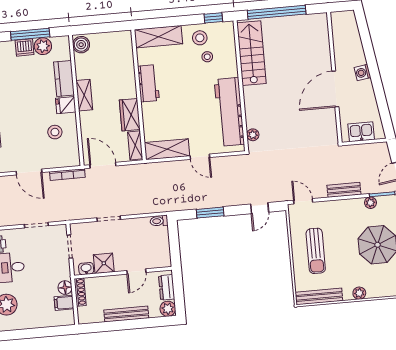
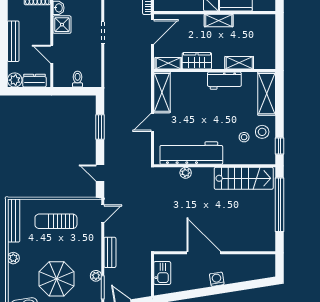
boiler: (81, 45) -> (266, 22), removed
shelving: (128, 69) -> (239, 63), added
plant: (253, 135) -> (186, 173), moved
toilet: (159, 221) -> (78, 79), moved

